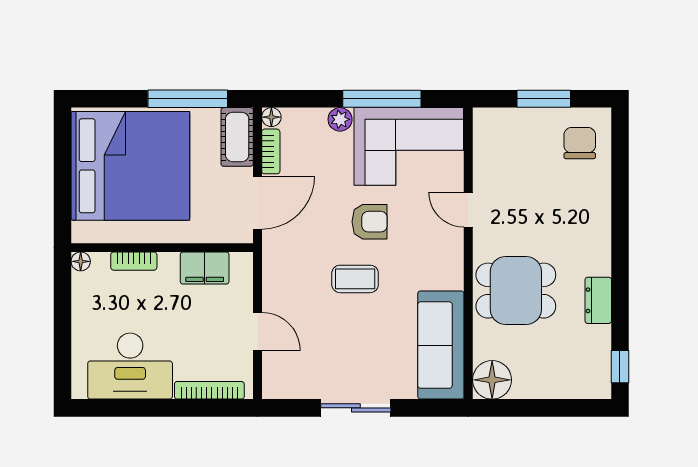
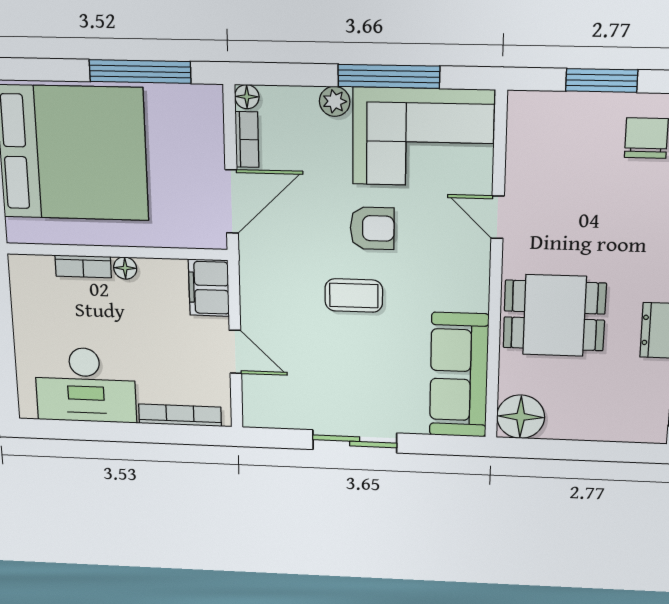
cot: (237, 137) -> (204, 121), removed
floor lamp: (81, 261) -> (125, 268), moved
filing cabinet: (205, 268) -> (209, 288), moved, turned 90

